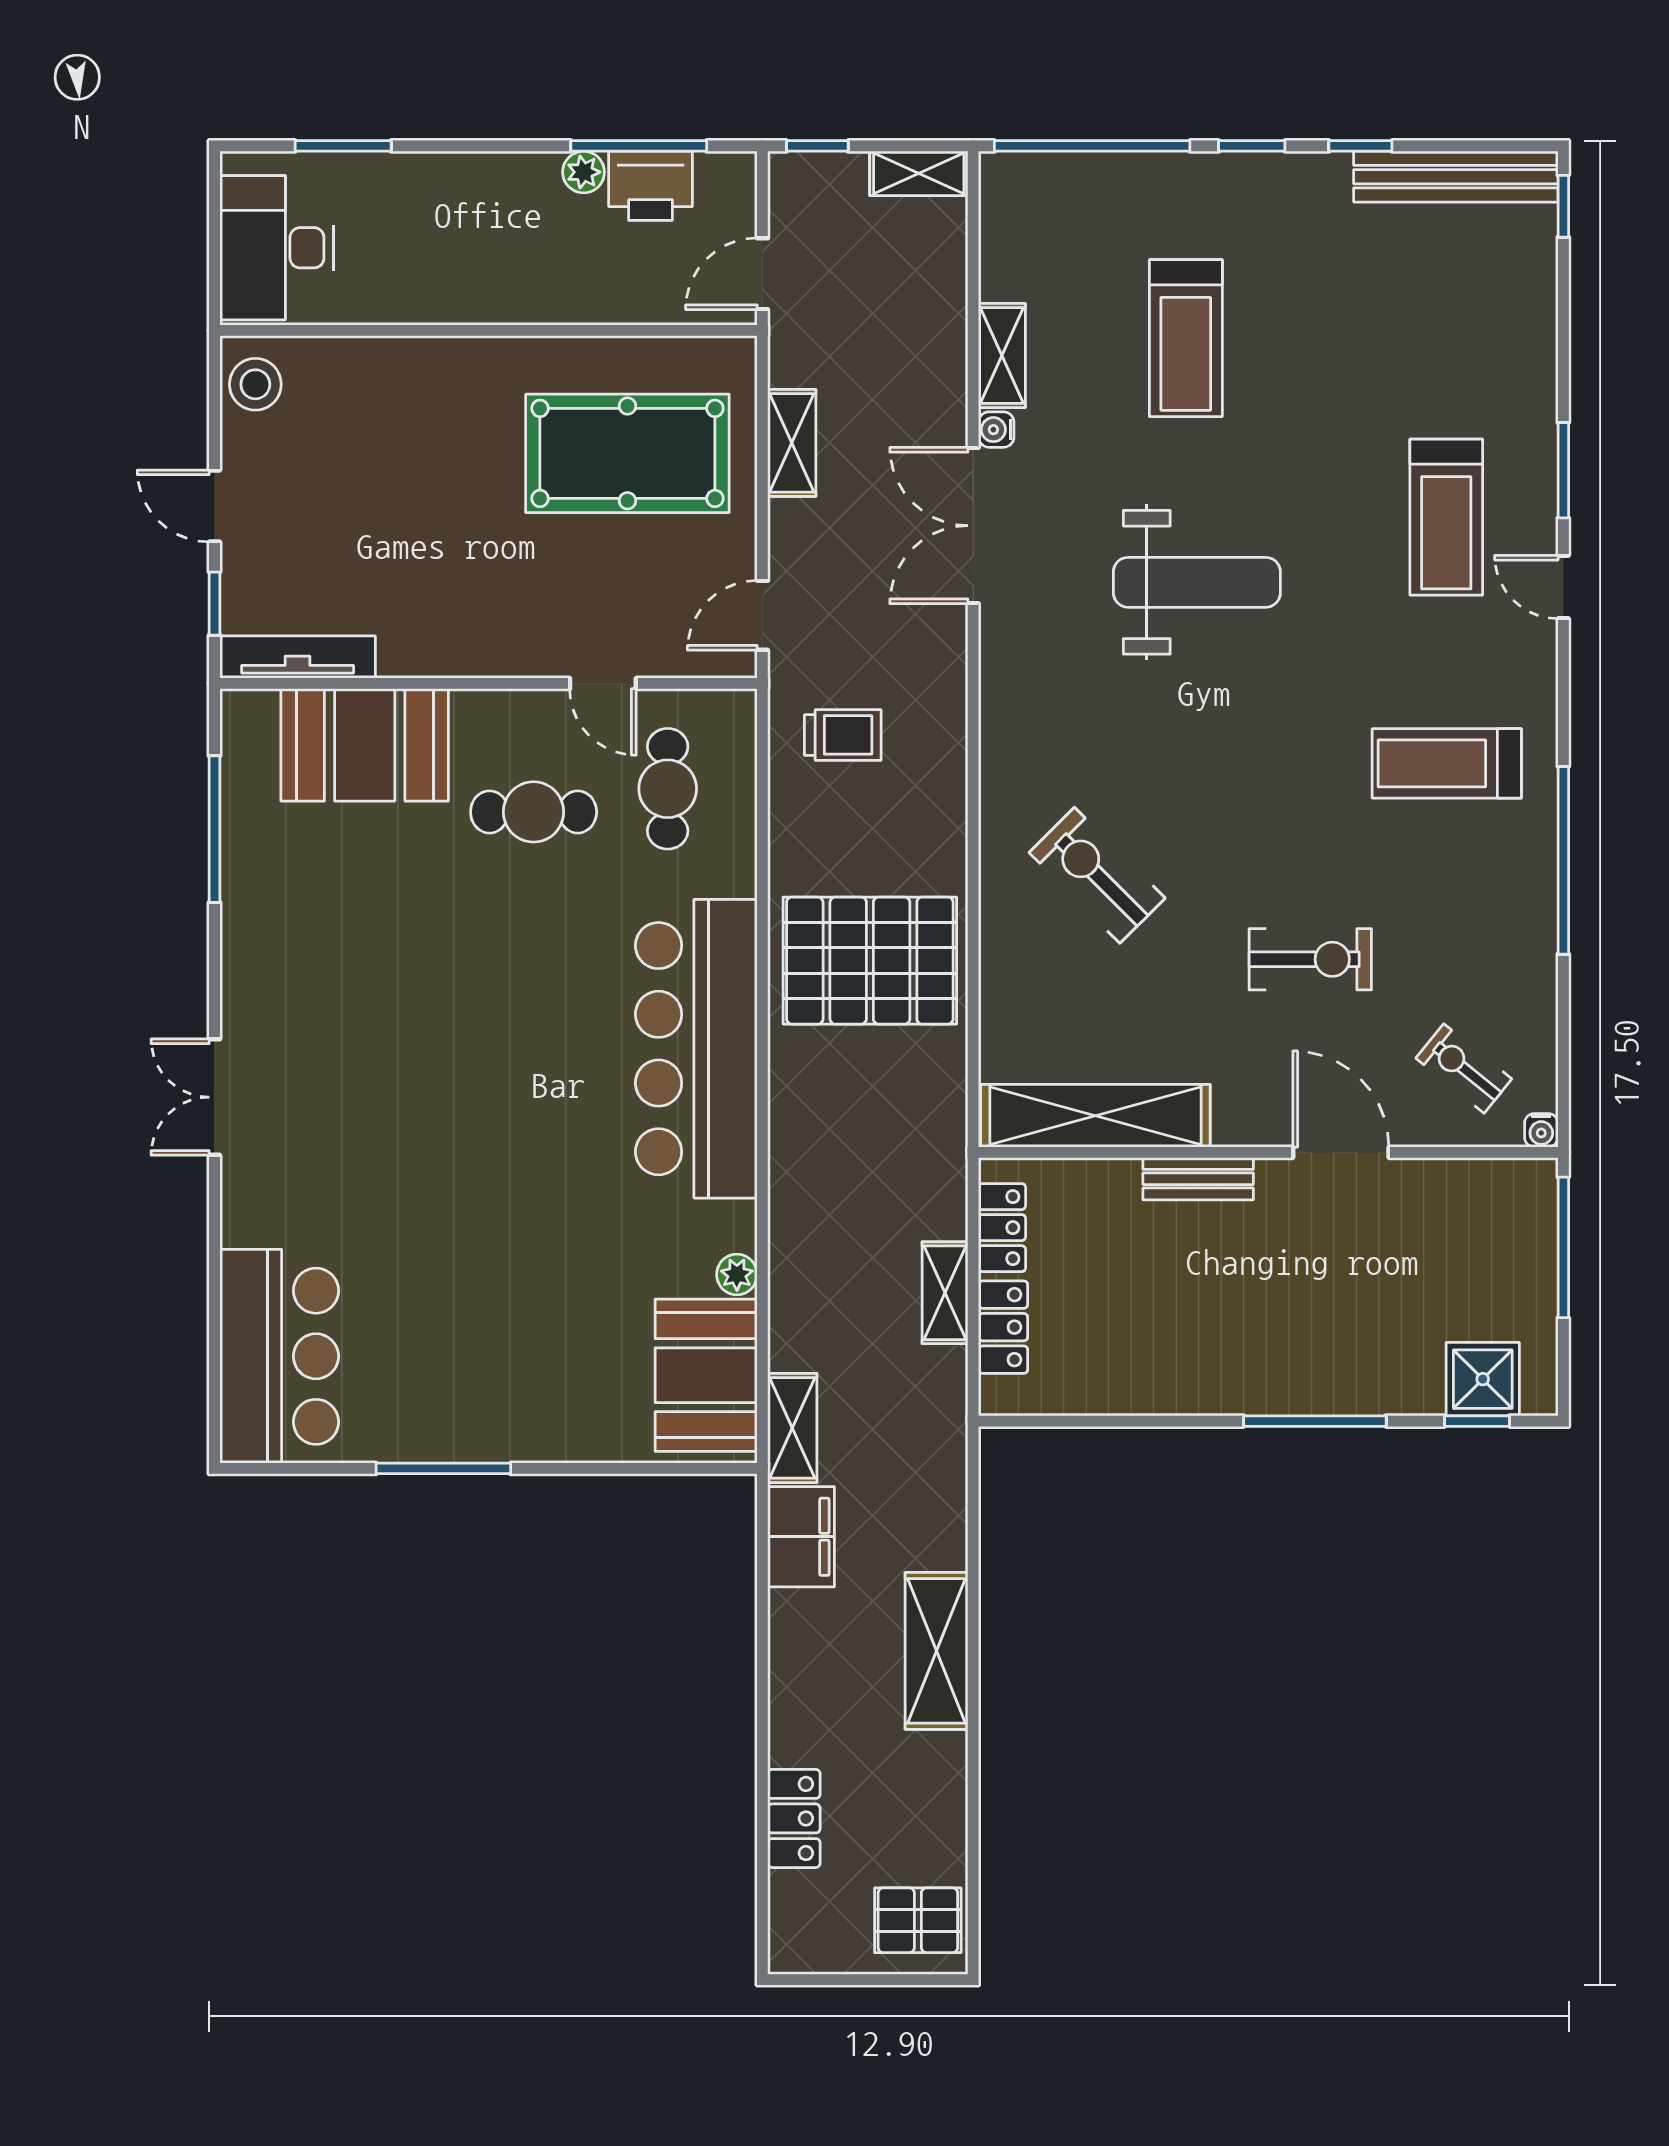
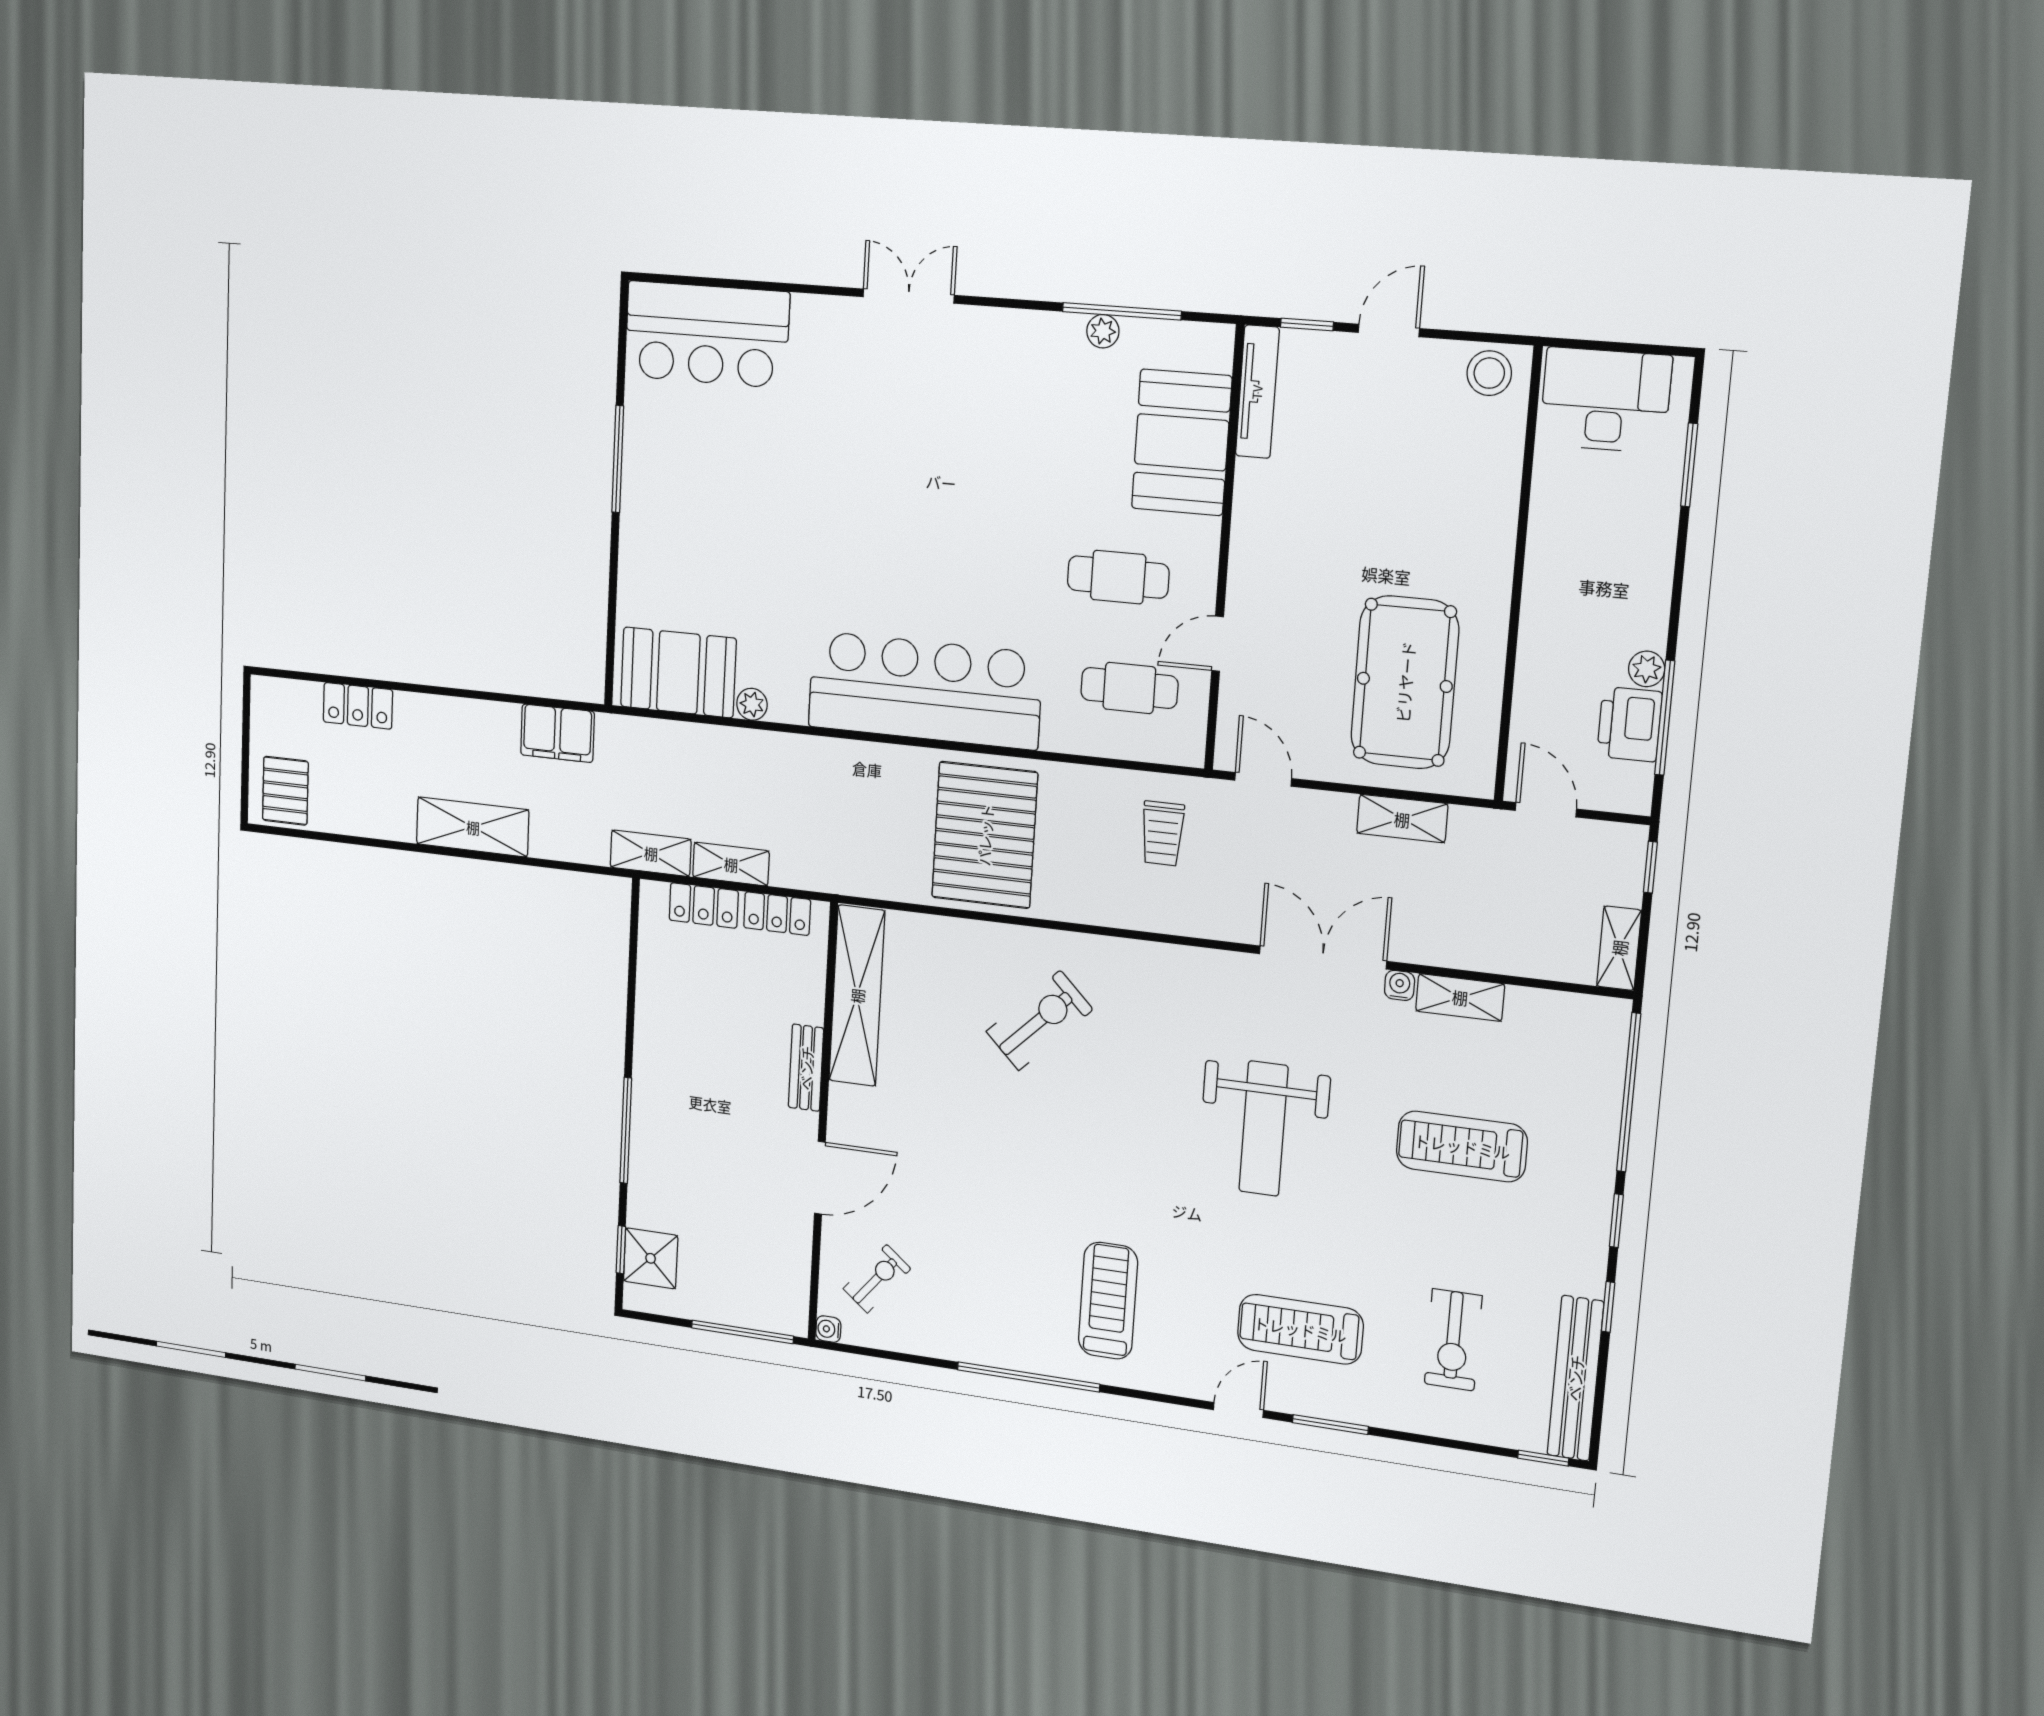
cafe table: (534, 812) -> (1118, 577), turned 90
plant: (240, 851) -> (1103, 331), added
exercise bike: (1310, 959) -> (1453, 1340), moved
shelving: (792, 1428) -> (651, 853), moved

